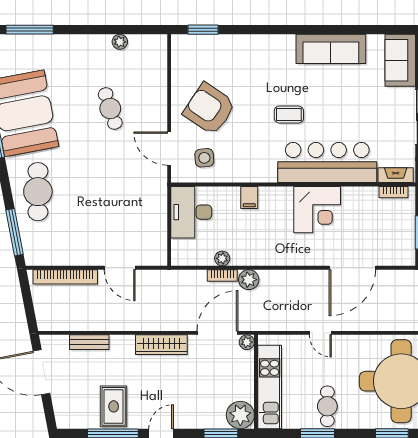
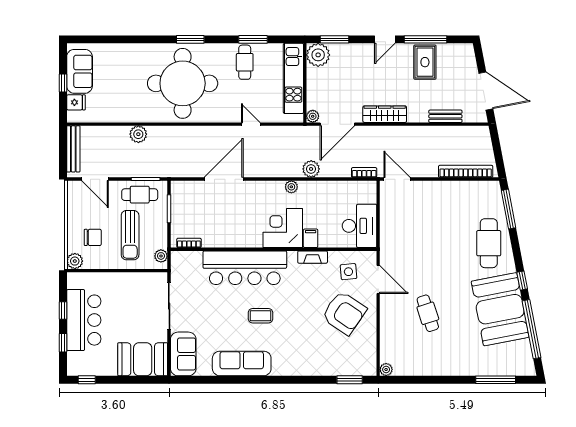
plant: (120, 42) -> (386, 370), moved
coffee table: (289, 115) -> (260, 316), moved
fireplace: (396, 175) -> (313, 257), moved
corner desk: (317, 210) -> (283, 228), moved
plant: (222, 258) -> (291, 187), moved
door: (120, 268) -> (397, 179), moved
bookcase: (222, 275) -> (364, 172), moved

